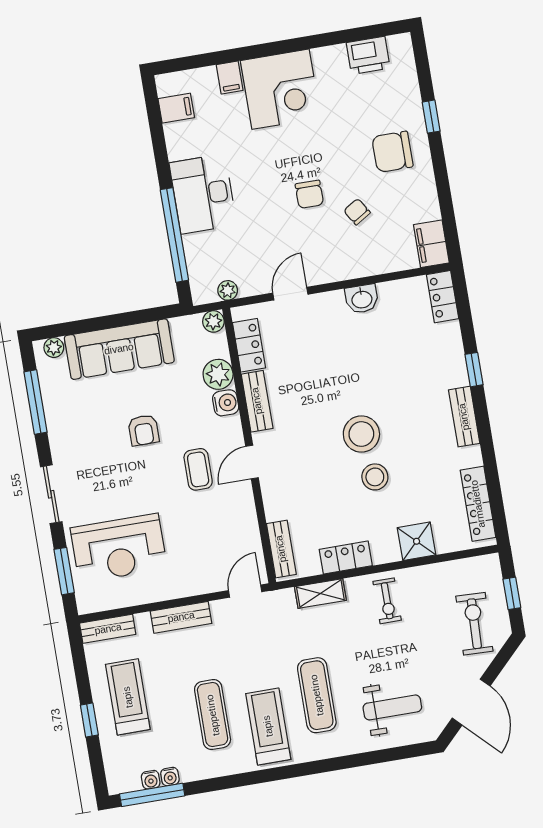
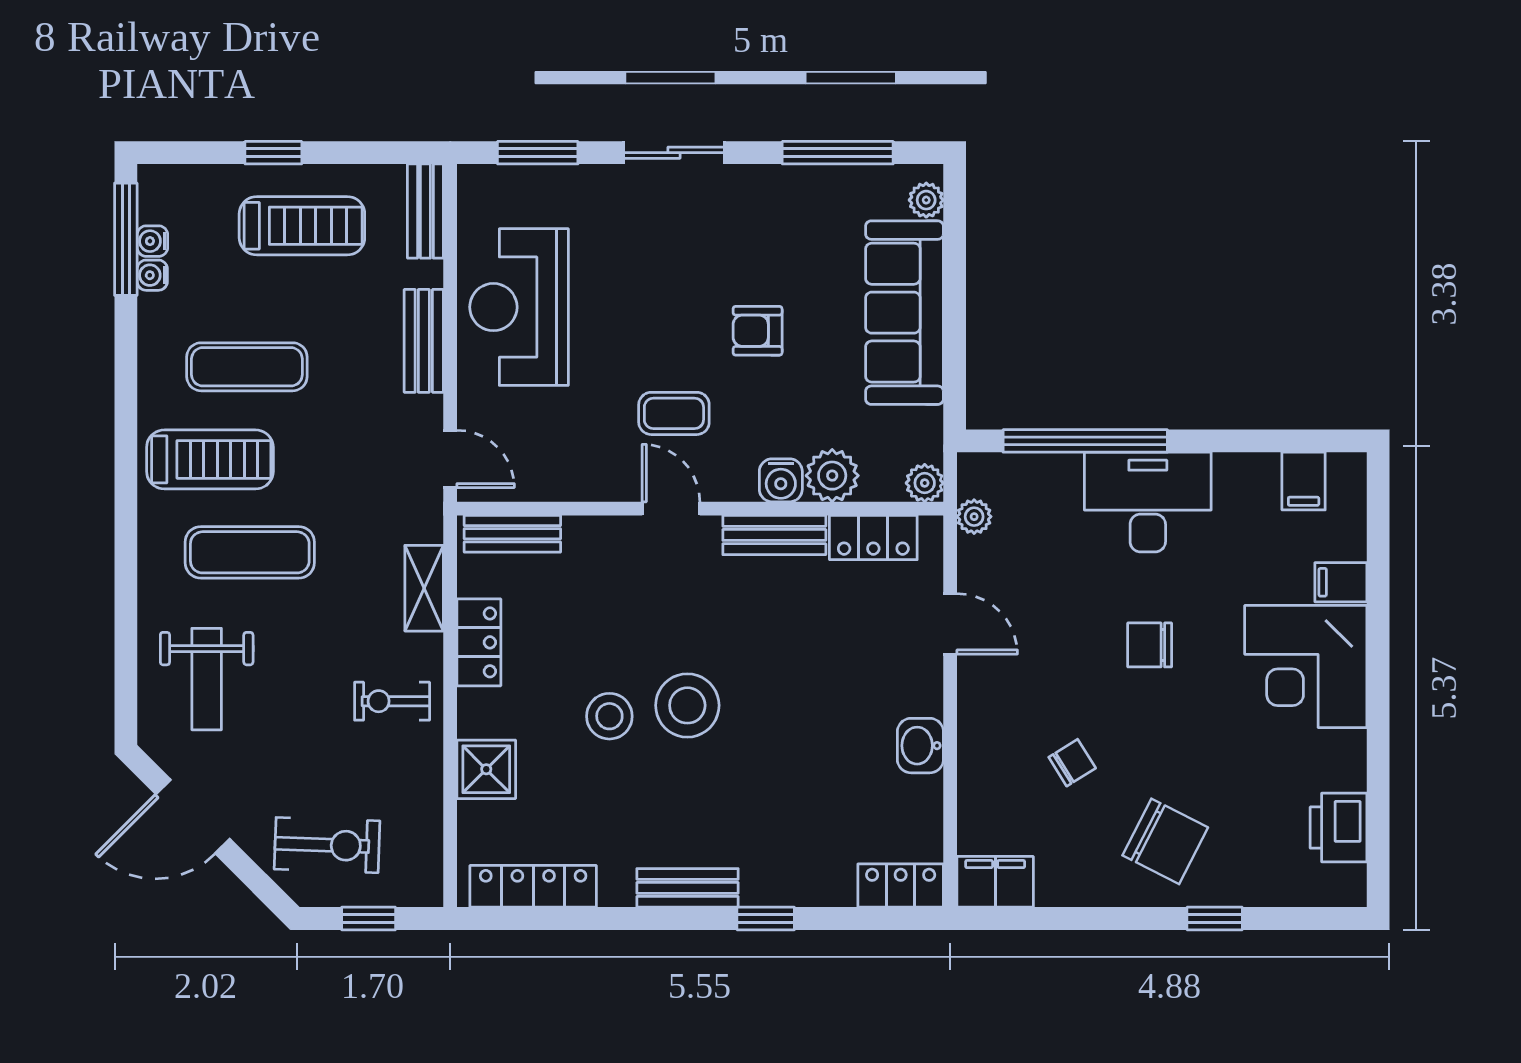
chair: (392, 152) -> (1165, 841), turned 117
chair: (309, 194) -> (1150, 645), moved
reception desk: (119, 548) -> (519, 307), moved

